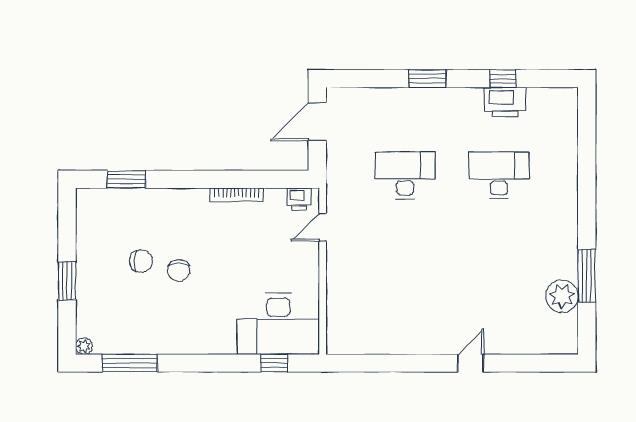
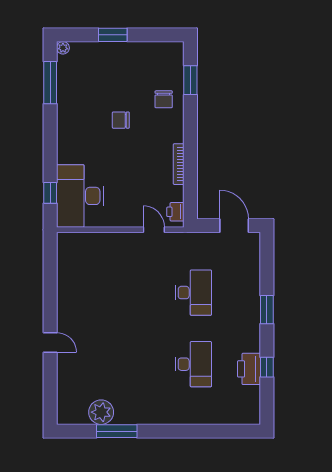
chair: (141, 261) -> (164, 99), moved

